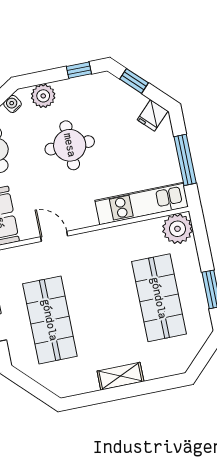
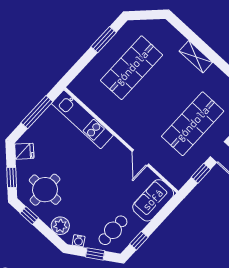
round table: (70, 145) -> (45, 190), moved
plant: (177, 229) -> (82, 87), removed

